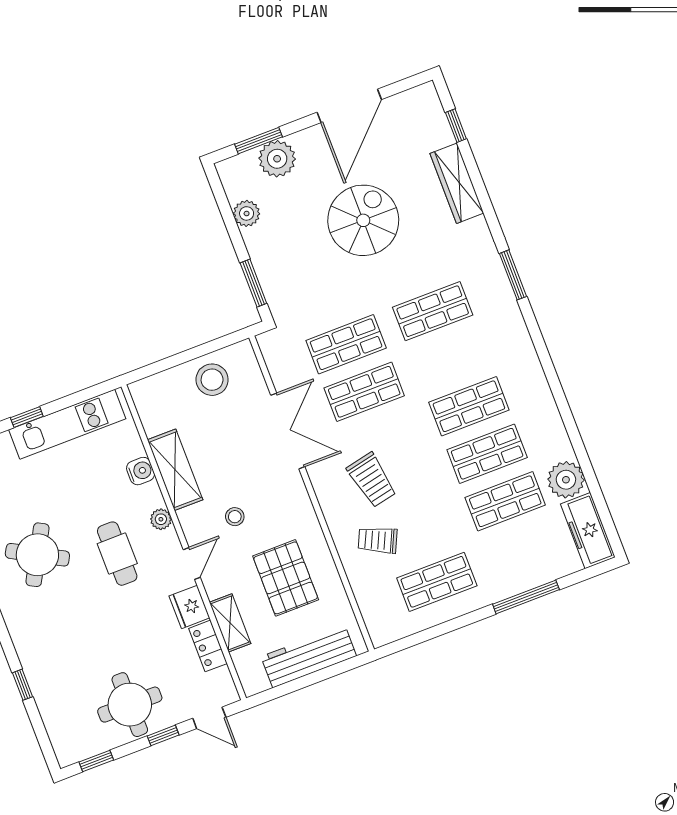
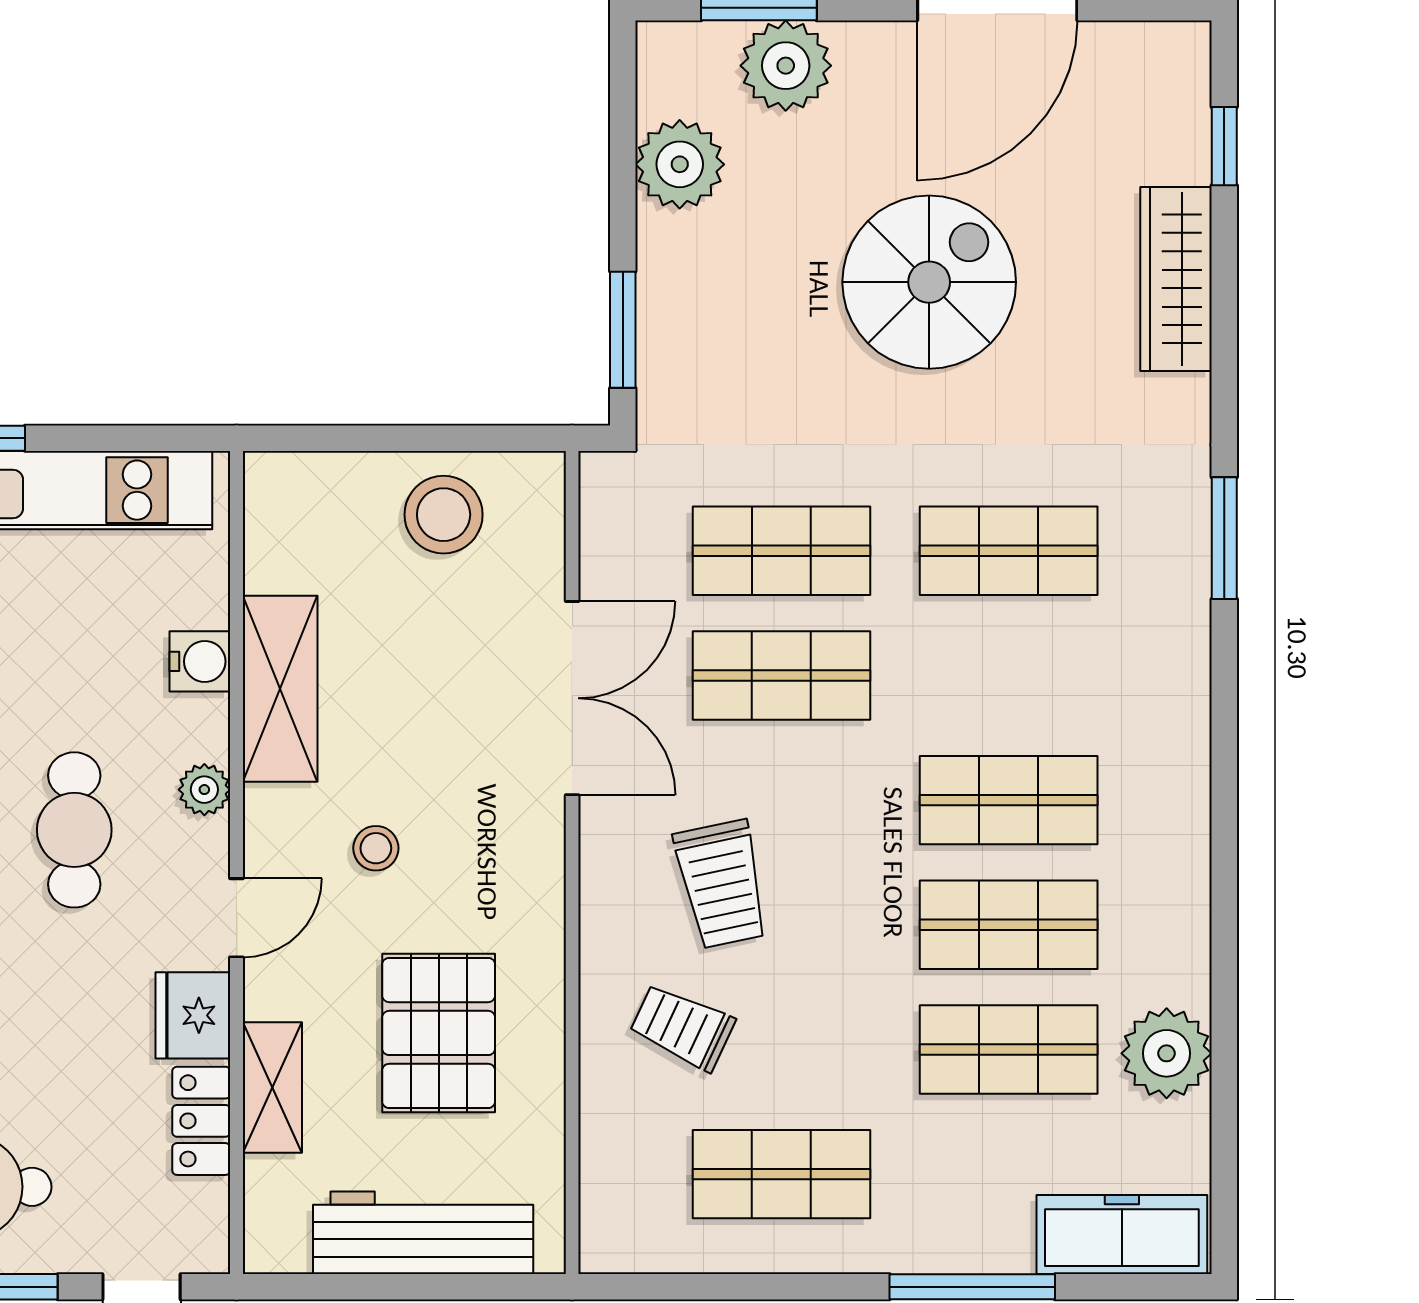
plant: (247, 213) -> (680, 164), width x1.36, depth x1.36
freezer: (588, 531) -> (1122, 1234), moved, turned 90

